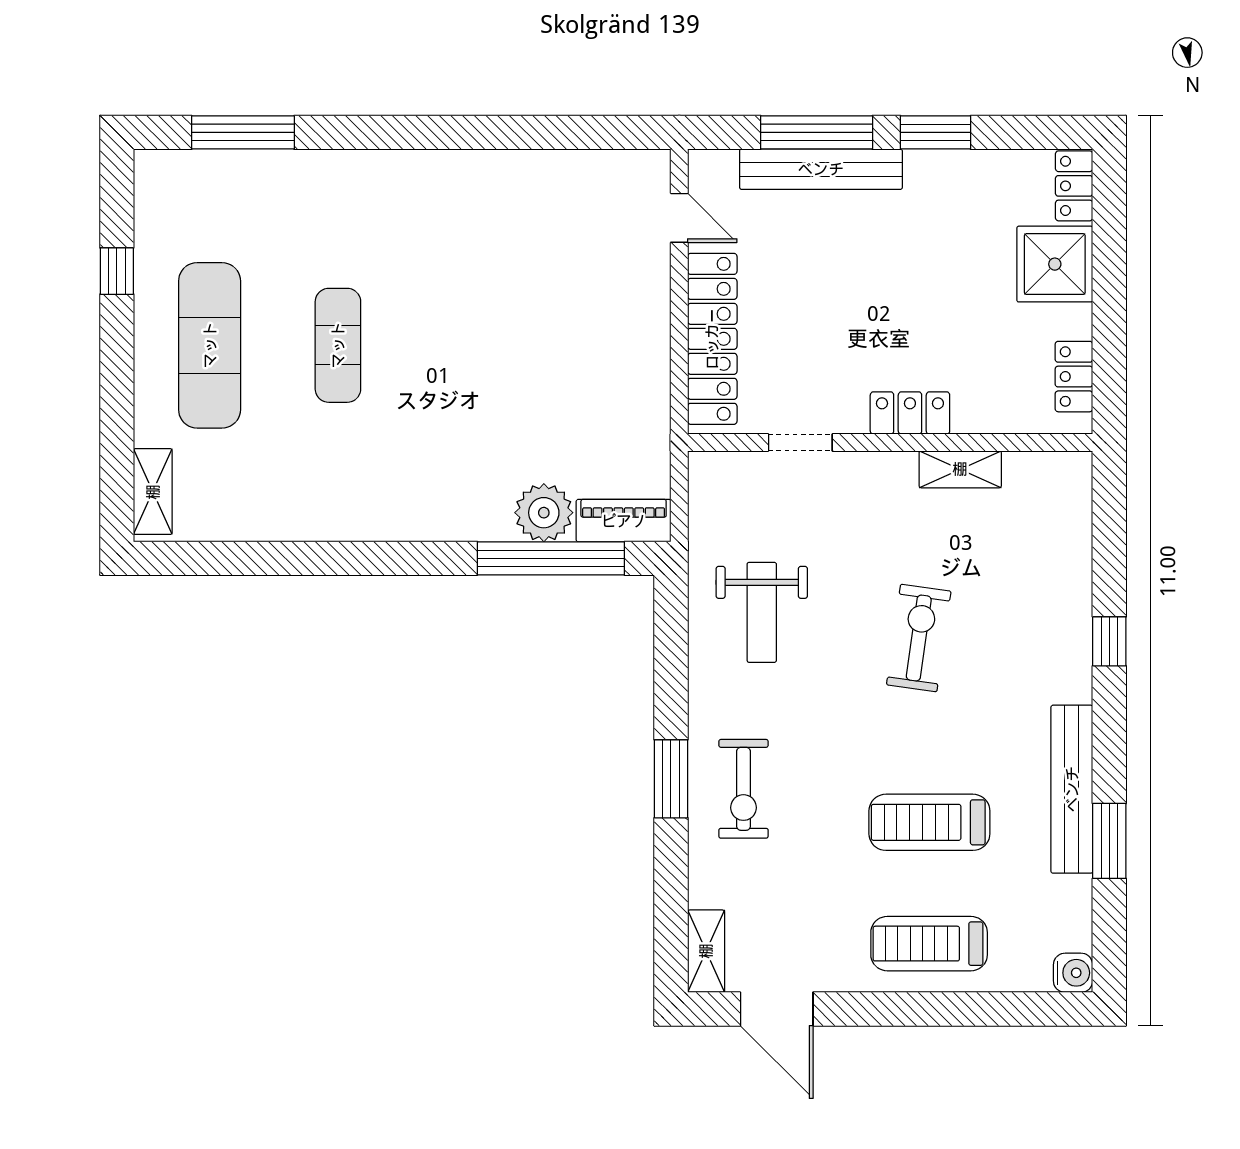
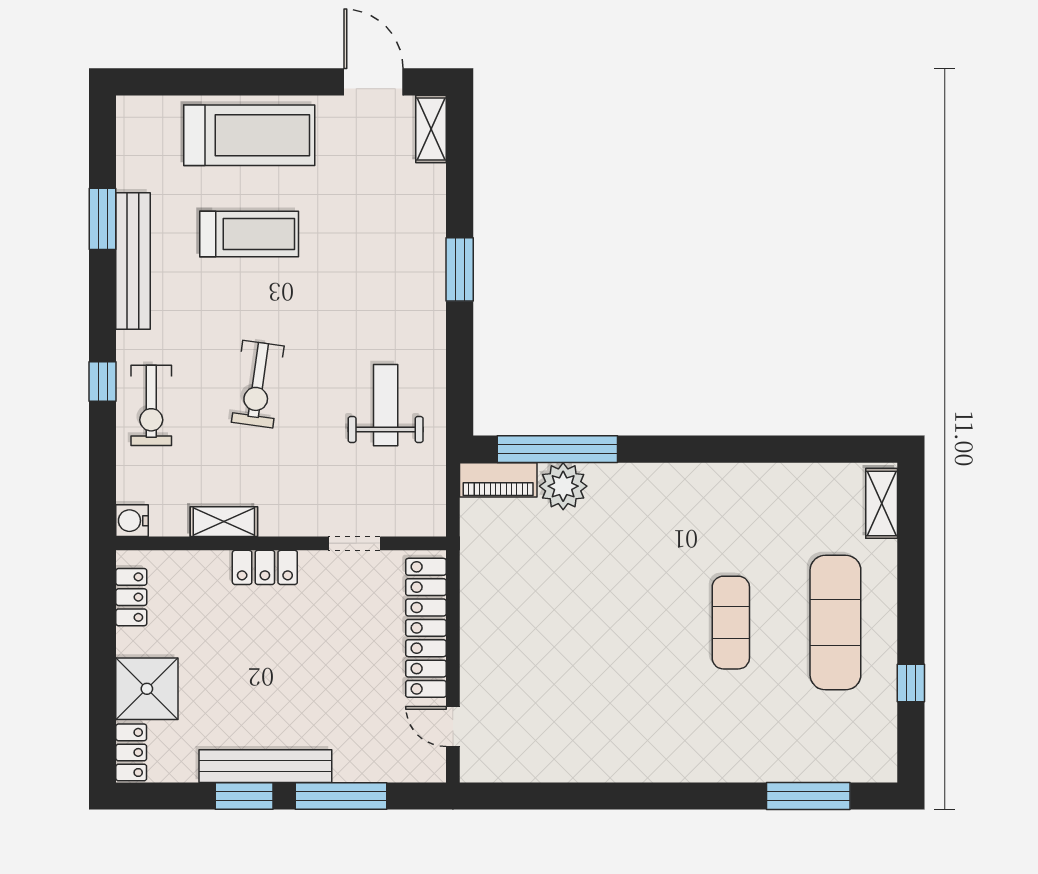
bench: (821, 169) -> (265, 766), moved
exercise bike: (743, 789) -> (151, 405), moved, turned 180
treadmill: (929, 944) -> (249, 135), width x1.37, depth x1.38
water cooler: (1073, 973) -> (132, 521), moved

